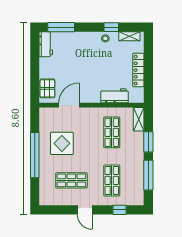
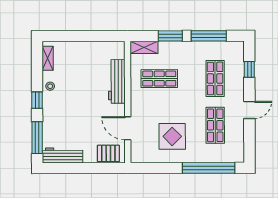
window: (111, 27) -> (37, 100), moved
workbench: (46, 44) -> (63, 155), width x1.37
locker: (138, 70) -> (87, 48), removed
workbench: (115, 96) -> (117, 81), width x1.38
window: (35, 155) -> (209, 168), moved
shop shelf: (112, 180) -> (215, 78), turned 90

